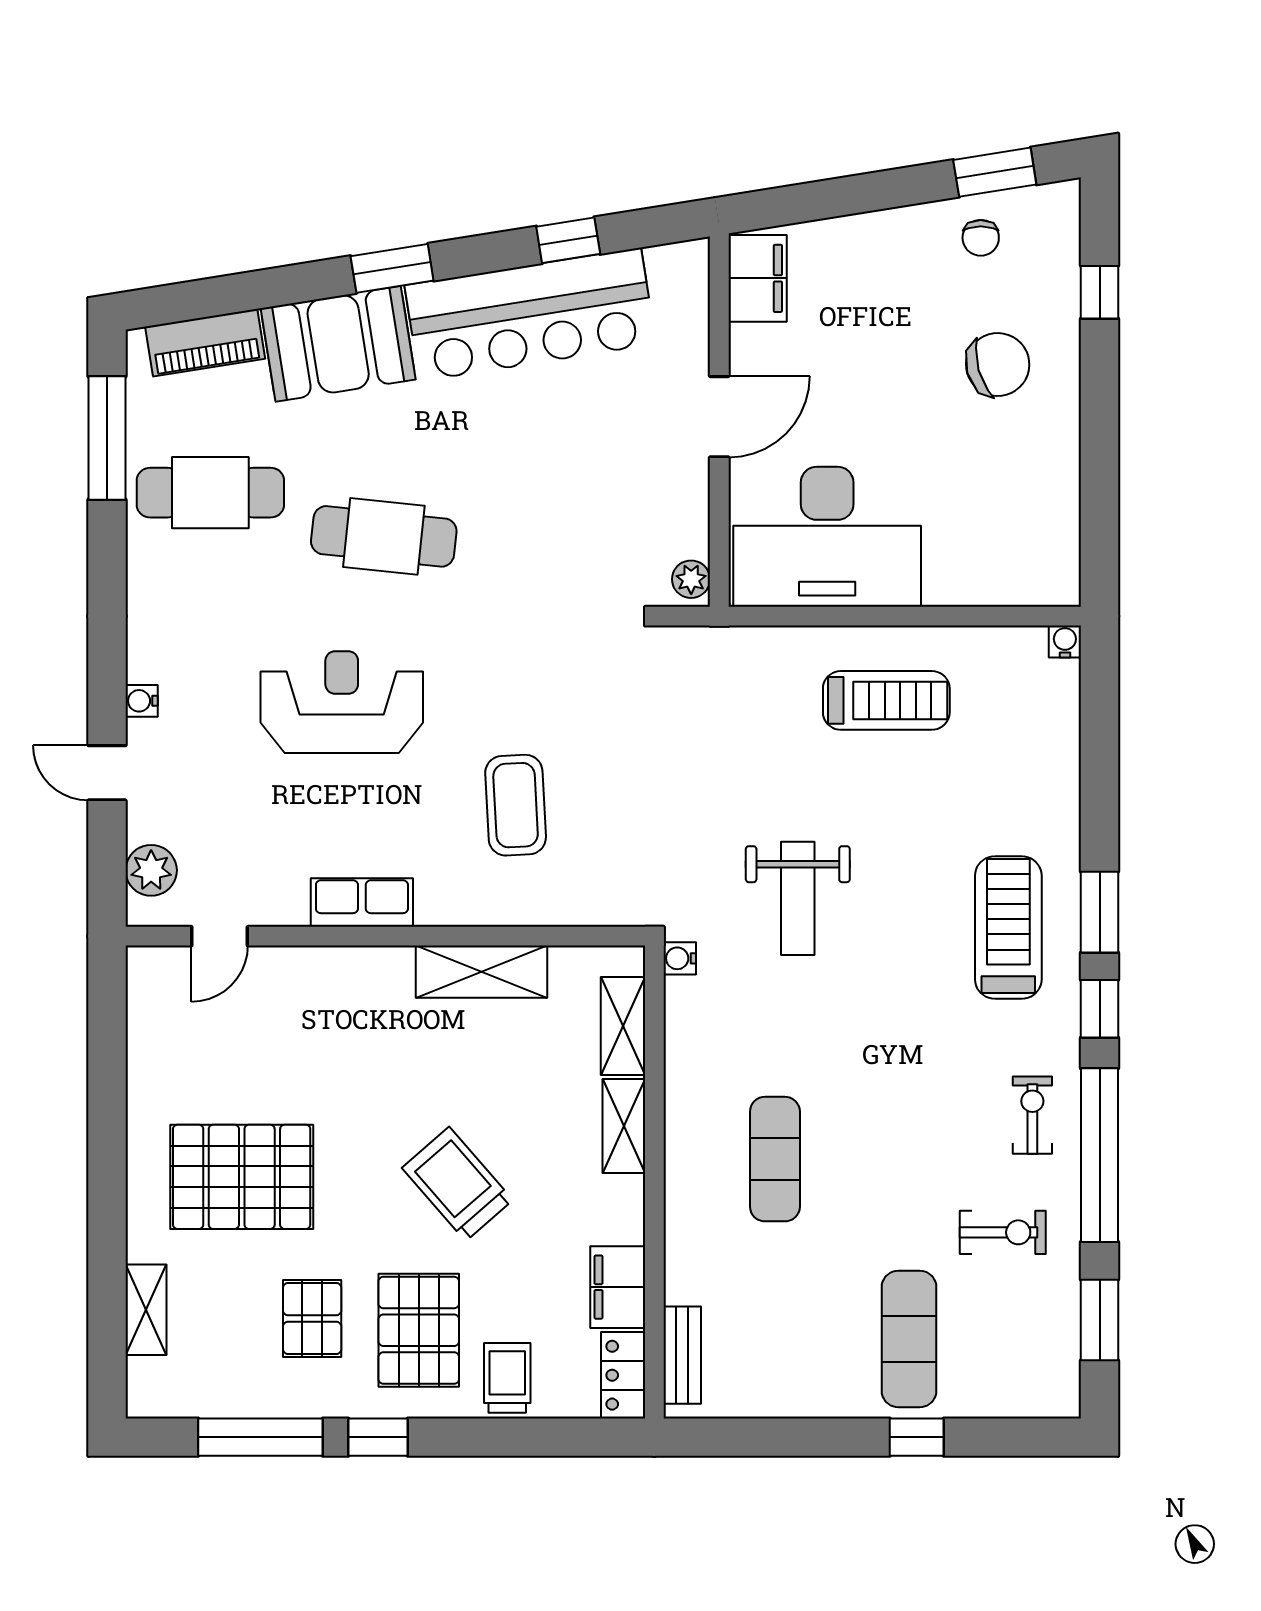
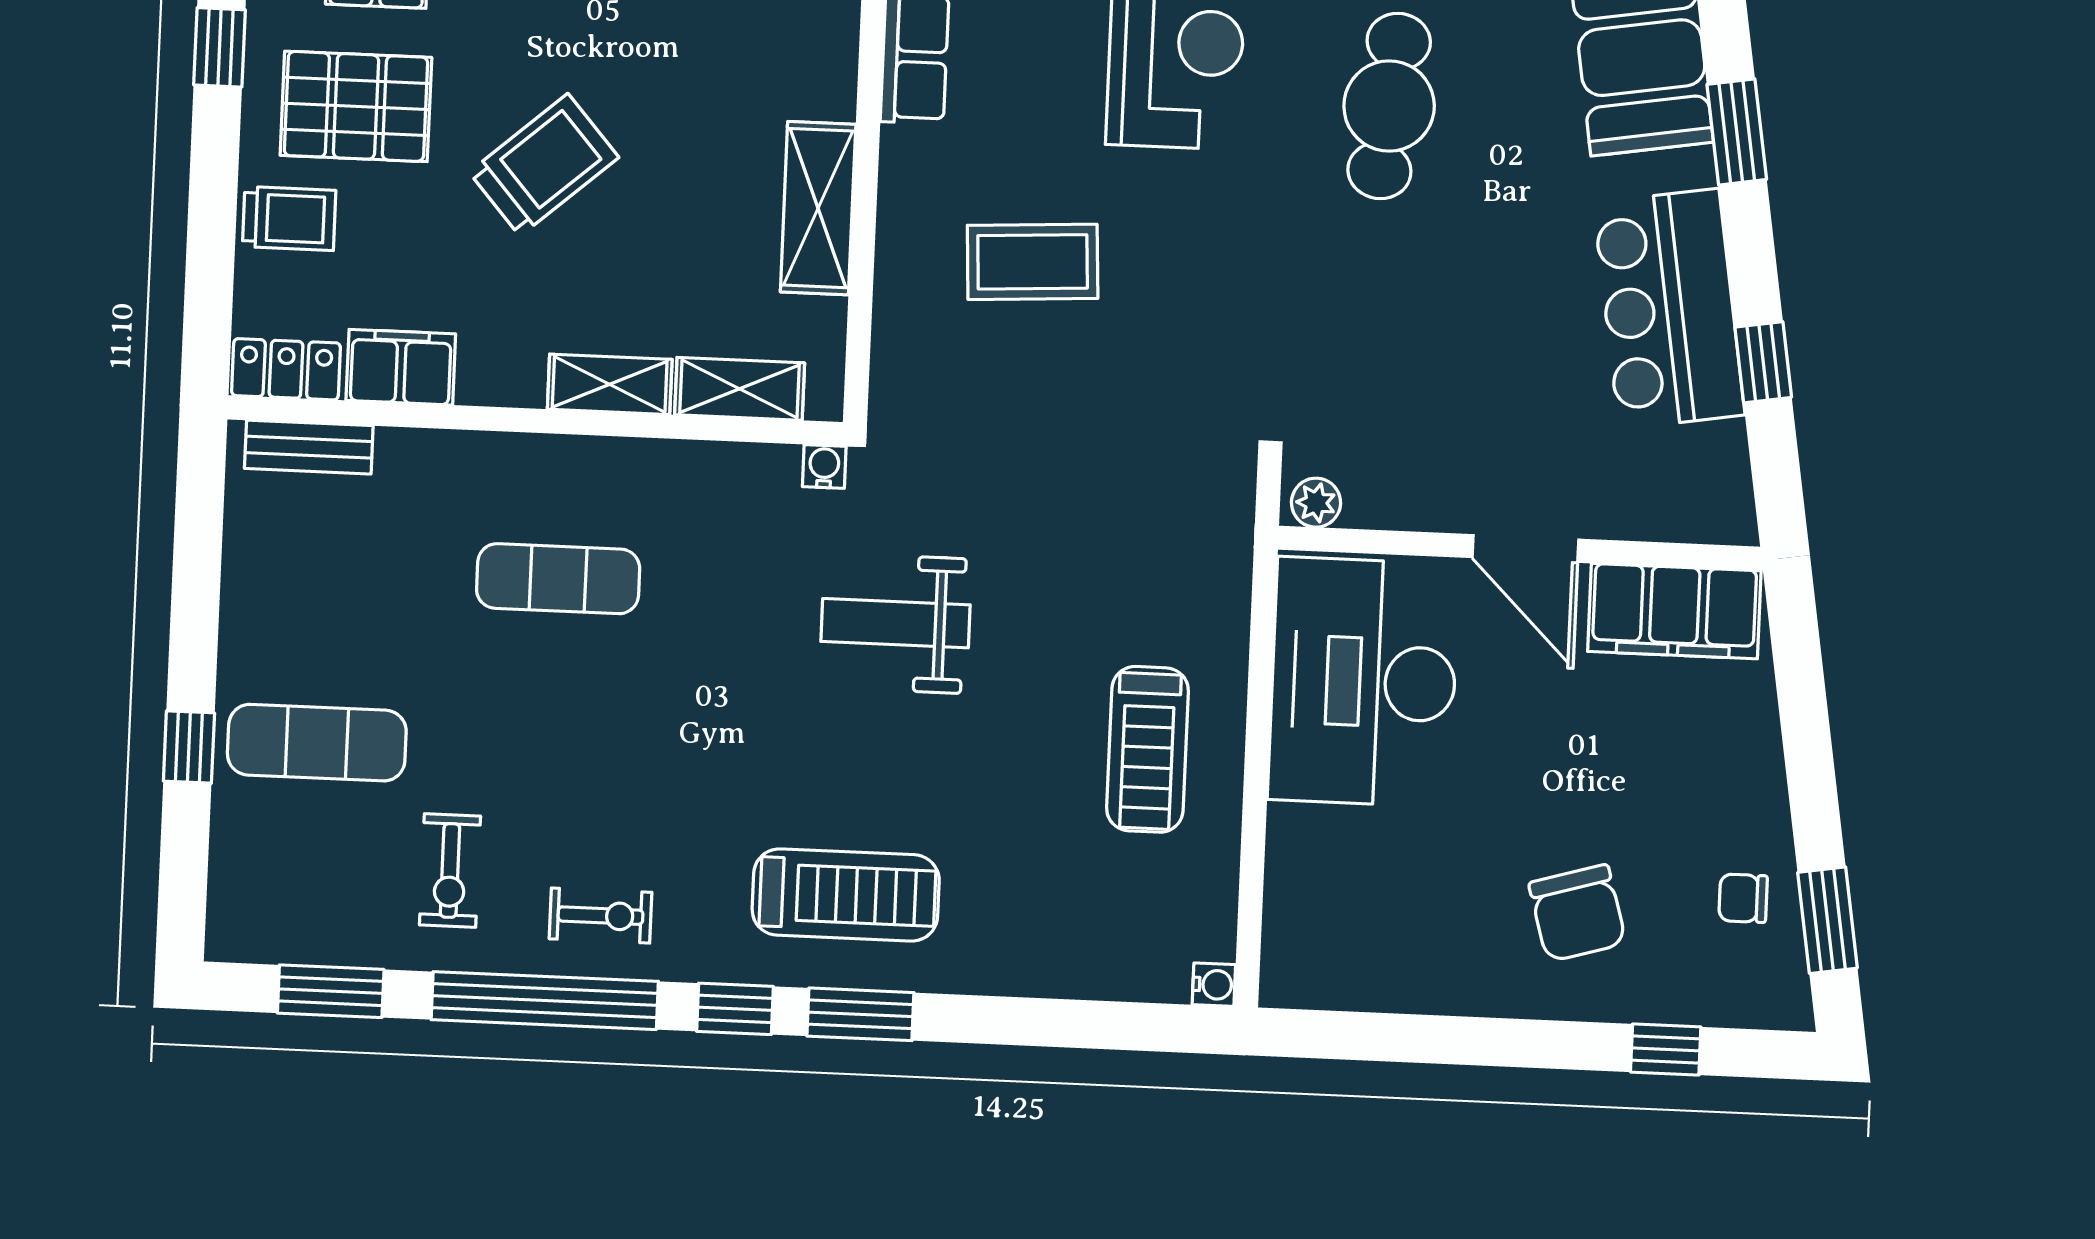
filing cabinet: (758, 278) -> (1674, 611), width x1.50, depth x1.17
bar counter: (530, 314) -> (1669, 309), width x0.73

